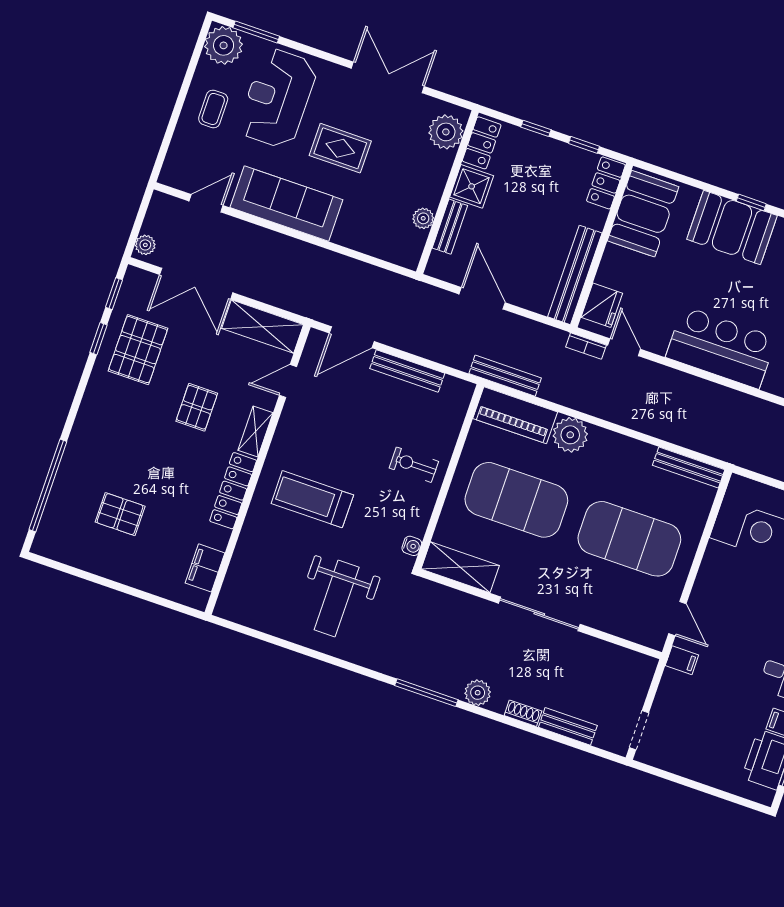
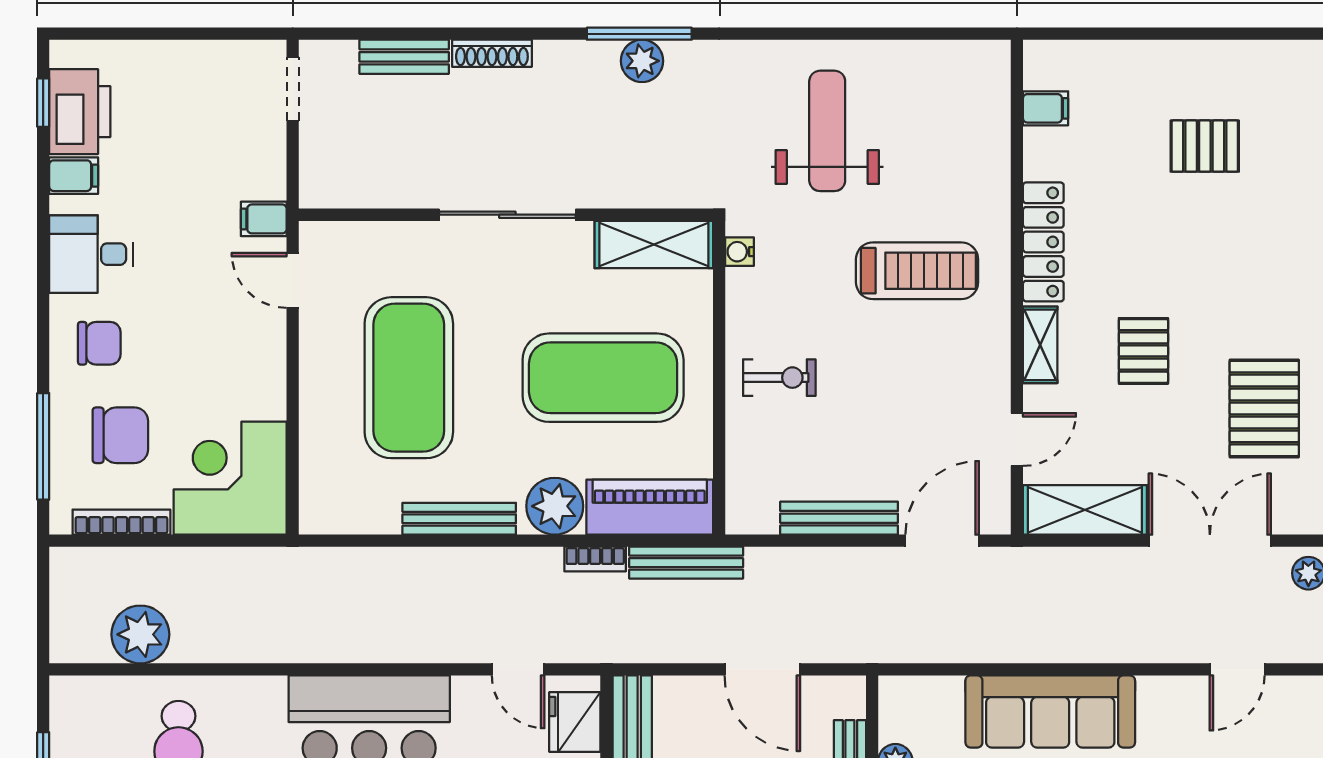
sofa: (286, 204) -> (1050, 712), moved
bookcase: (586, 346) -> (595, 559), moved, turned 180
bench: (689, 467) -> (459, 519), moved
exercise mat: (629, 539) -> (409, 378), turned 90
filing cabinet: (205, 568) -> (1046, 108), width x0.50
plant: (478, 693) -> (642, 61), moved
shoe rack: (523, 713) -> (492, 53), width x1.43

